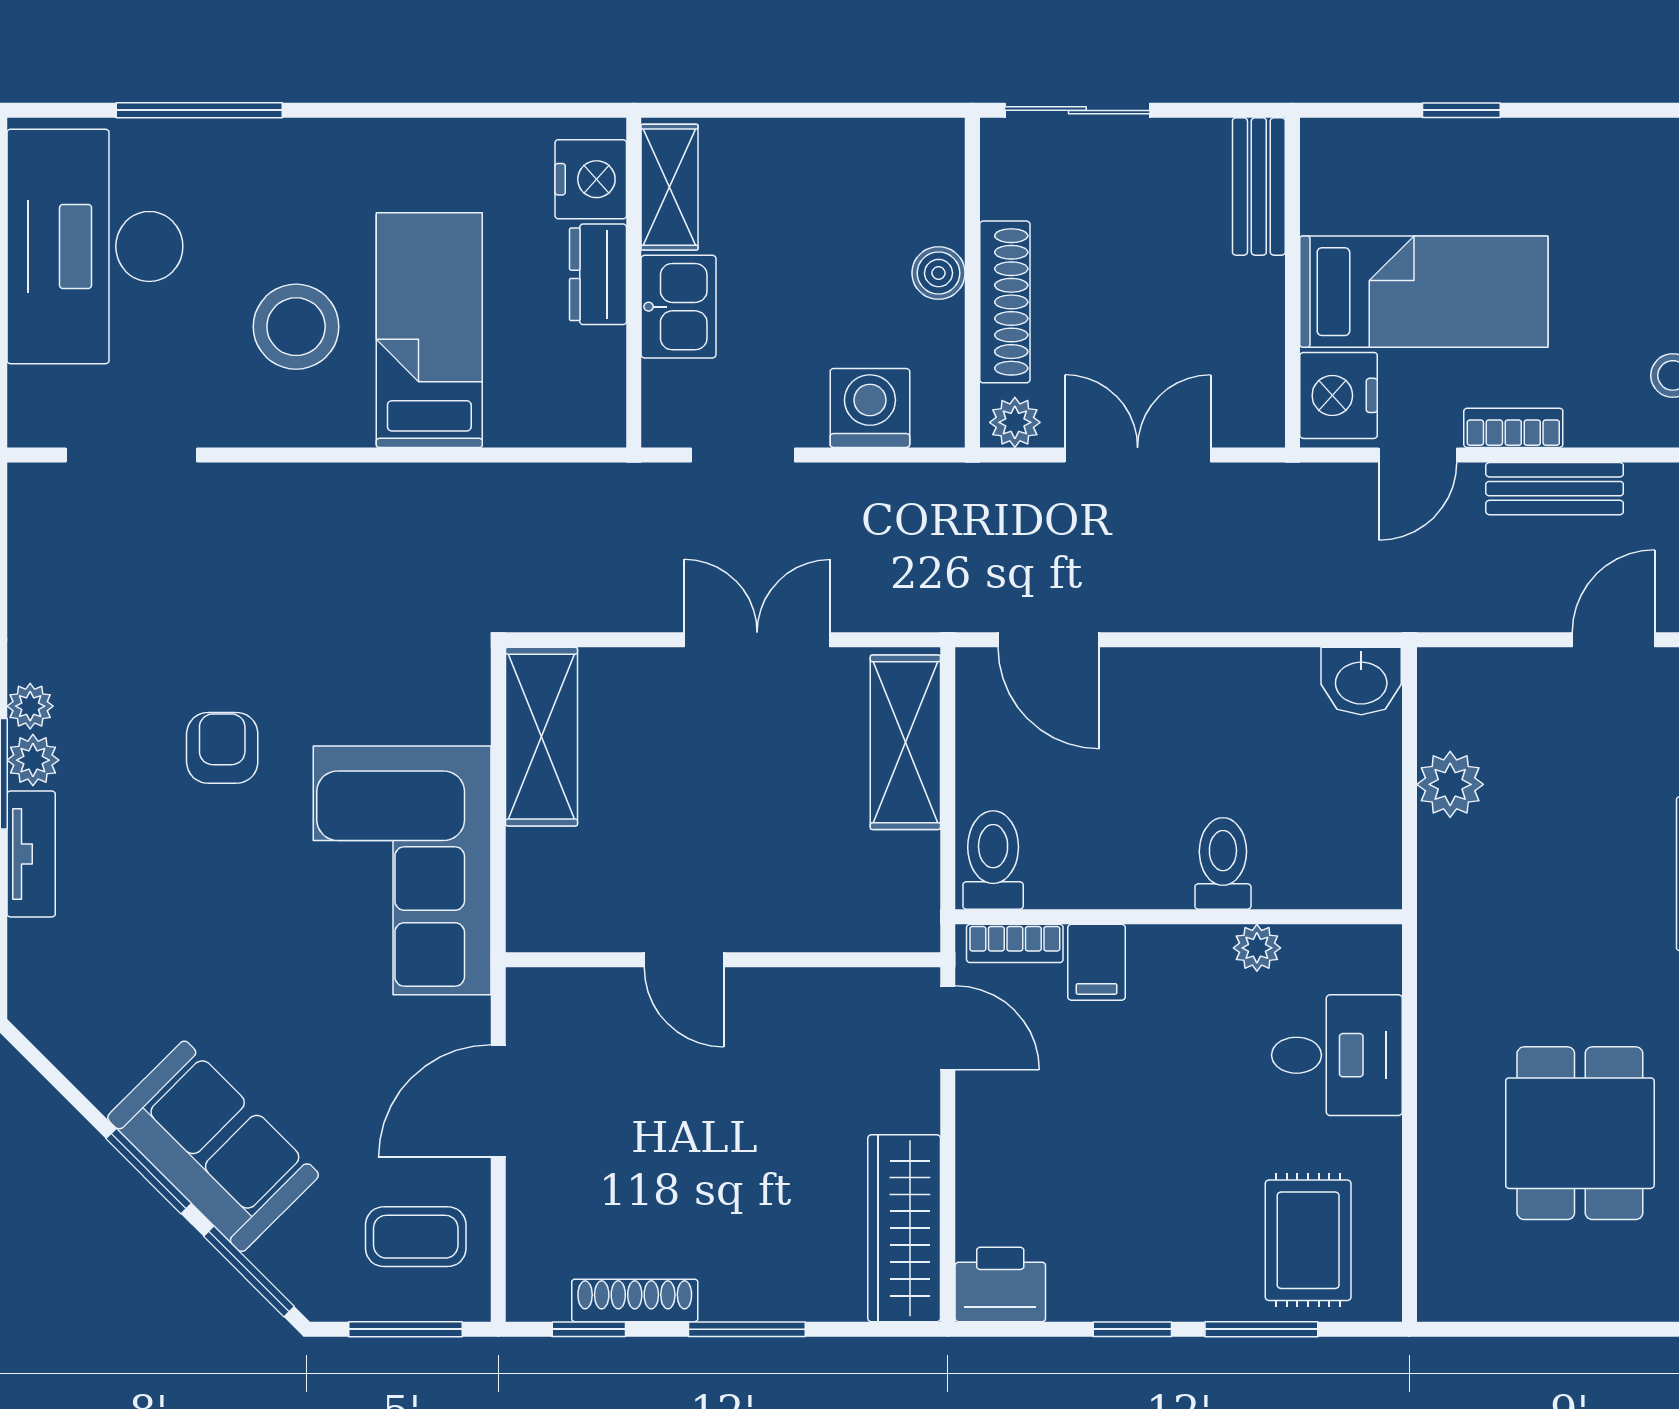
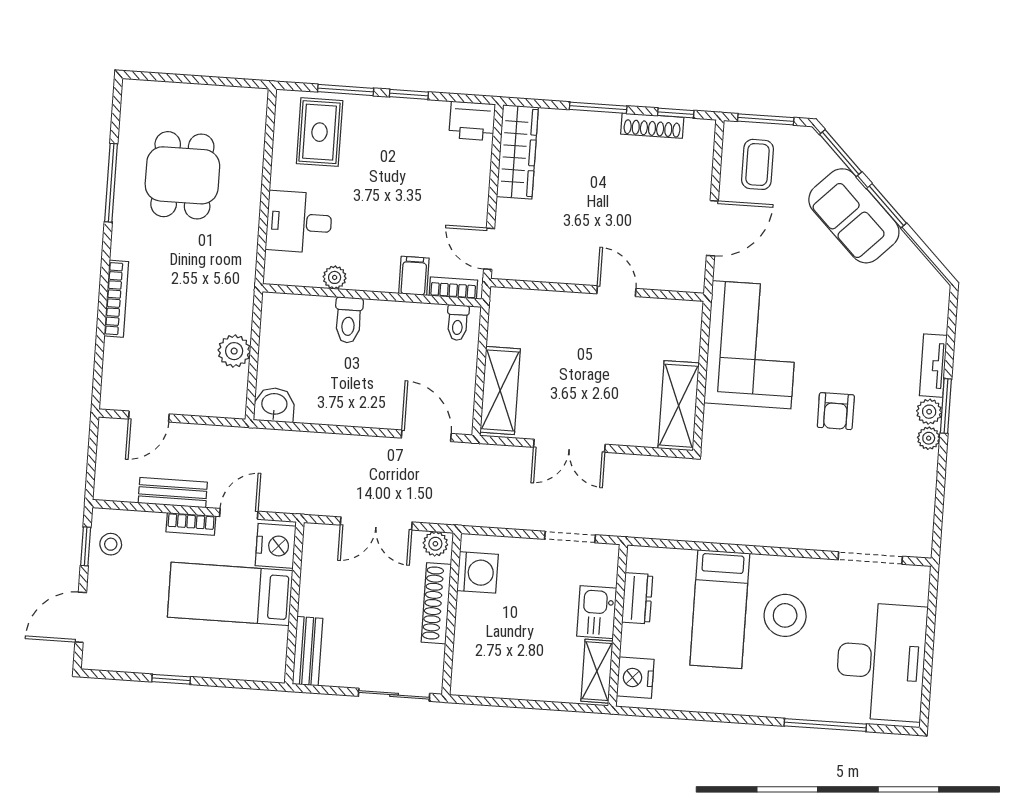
window: (1461, 110) -> (171, 679), moved
boiler: (939, 273) -> (468, 620), removed
dresser: (598, 274) -> (637, 598), moved
washing machine: (870, 408) -> (478, 572), moved, turned -90
toilet: (993, 860) -> (458, 323), width x0.73, depth x0.72
coffee table: (416, 1237) -> (758, 164), turned 90

